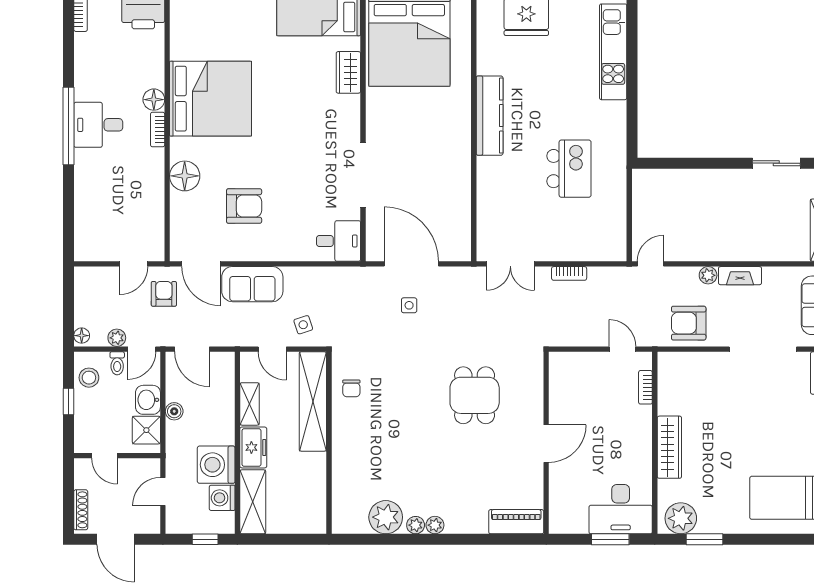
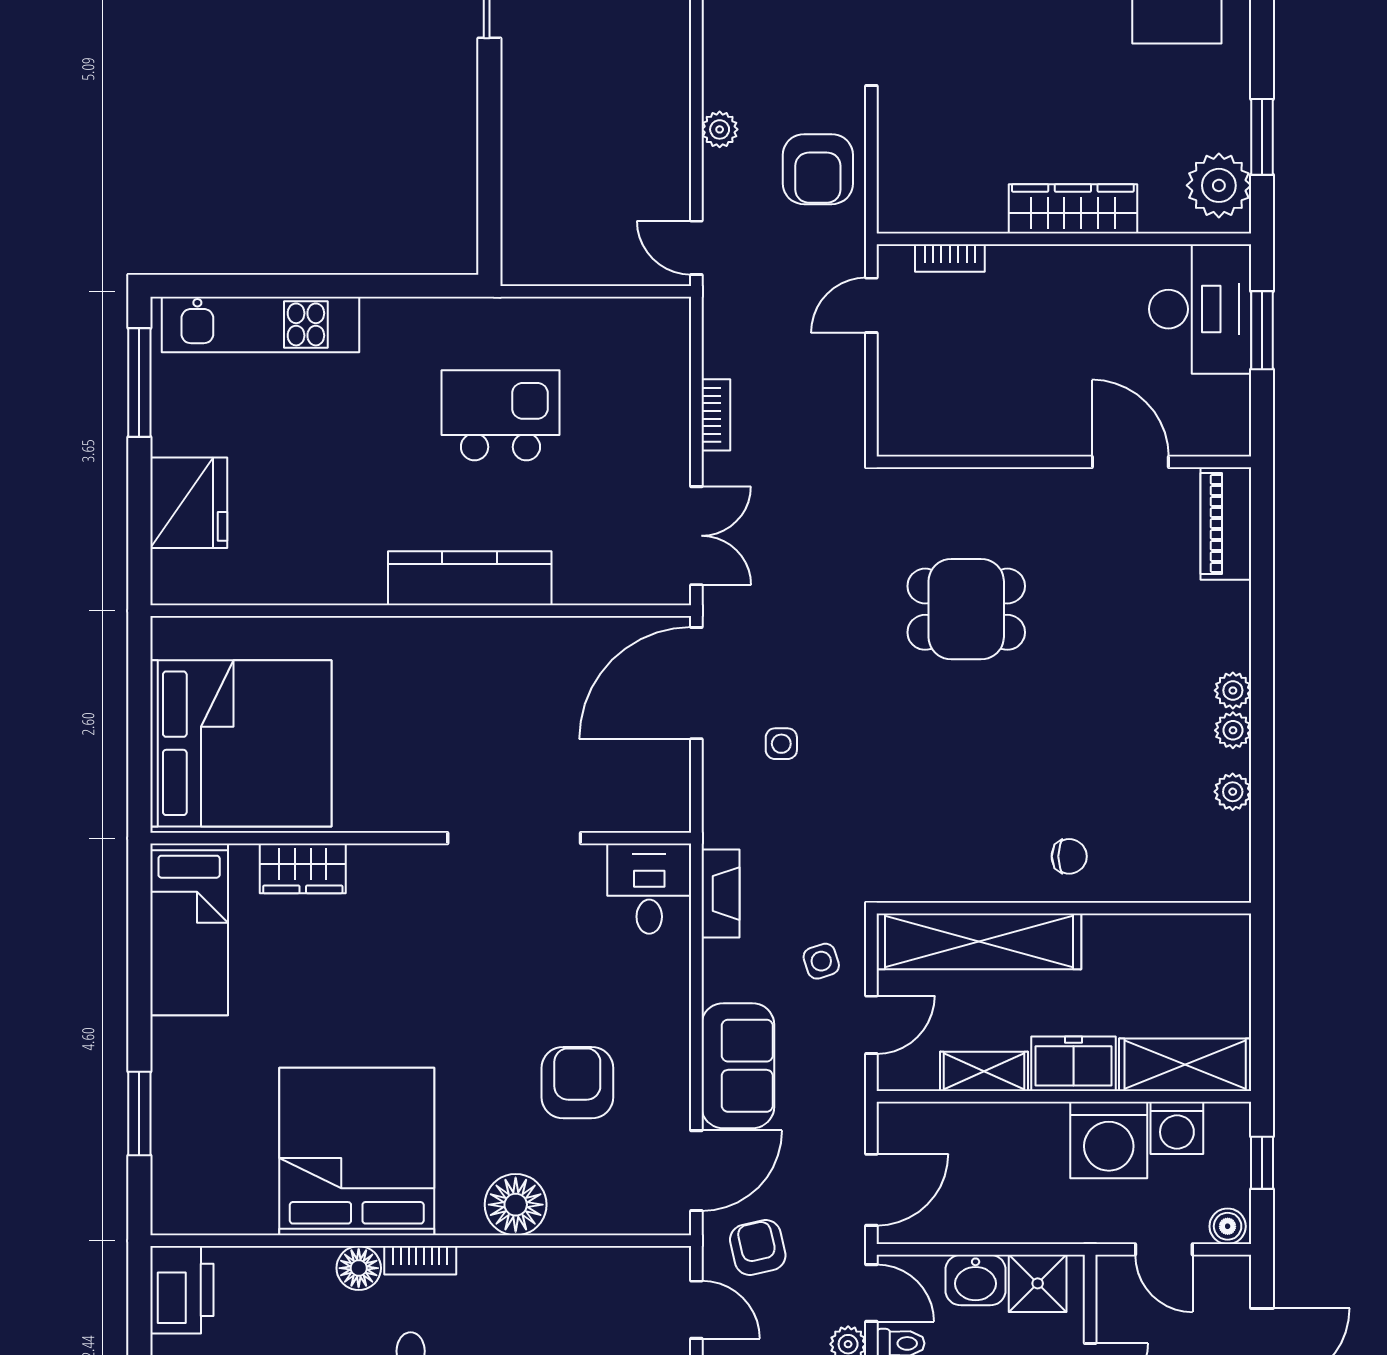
kitchen counter: (490, 116) -> (470, 578), moved
door: (411, 264) -> (696, 683), moved
fireplace: (740, 276) -> (720, 894), moved
armchair: (164, 294) -> (758, 1247), turned 77
chair: (351, 388) -> (1069, 856), moved
boiler: (174, 411) -> (1228, 1226), moved
door: (546, 444) -> (1130, 462), moved
plant: (386, 517) -> (1233, 792), width x0.53, depth x0.53

